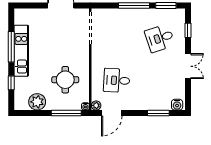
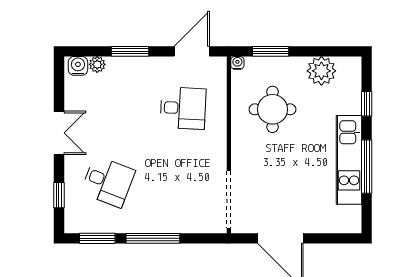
desk: (160, 38) -> (108, 182), turned 39
double door: (188, 66) -> (59, 133), swing flipped
plant: (96, 105) -> (97, 64), moved
window: (66, 113) -> (271, 51), width x0.69
window: (158, 113) -> (130, 51), moved

